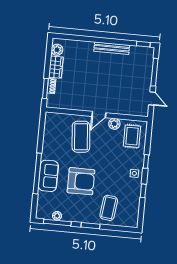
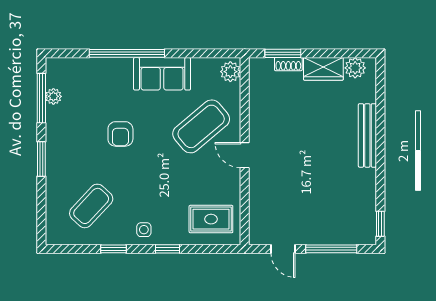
bench: (112, 48) -> (367, 135), moved
door: (152, 98) -> (283, 249), hinge flipped
plant: (114, 124) -> (230, 72), moved
coffee table: (81, 137) -> (201, 126), turned -35
sofa: (48, 176) -> (162, 74), moved
armchair: (81, 181) -> (120, 134), width x0.53, depth x0.53
coffee table: (109, 208) -> (91, 206), moved, turned -54

